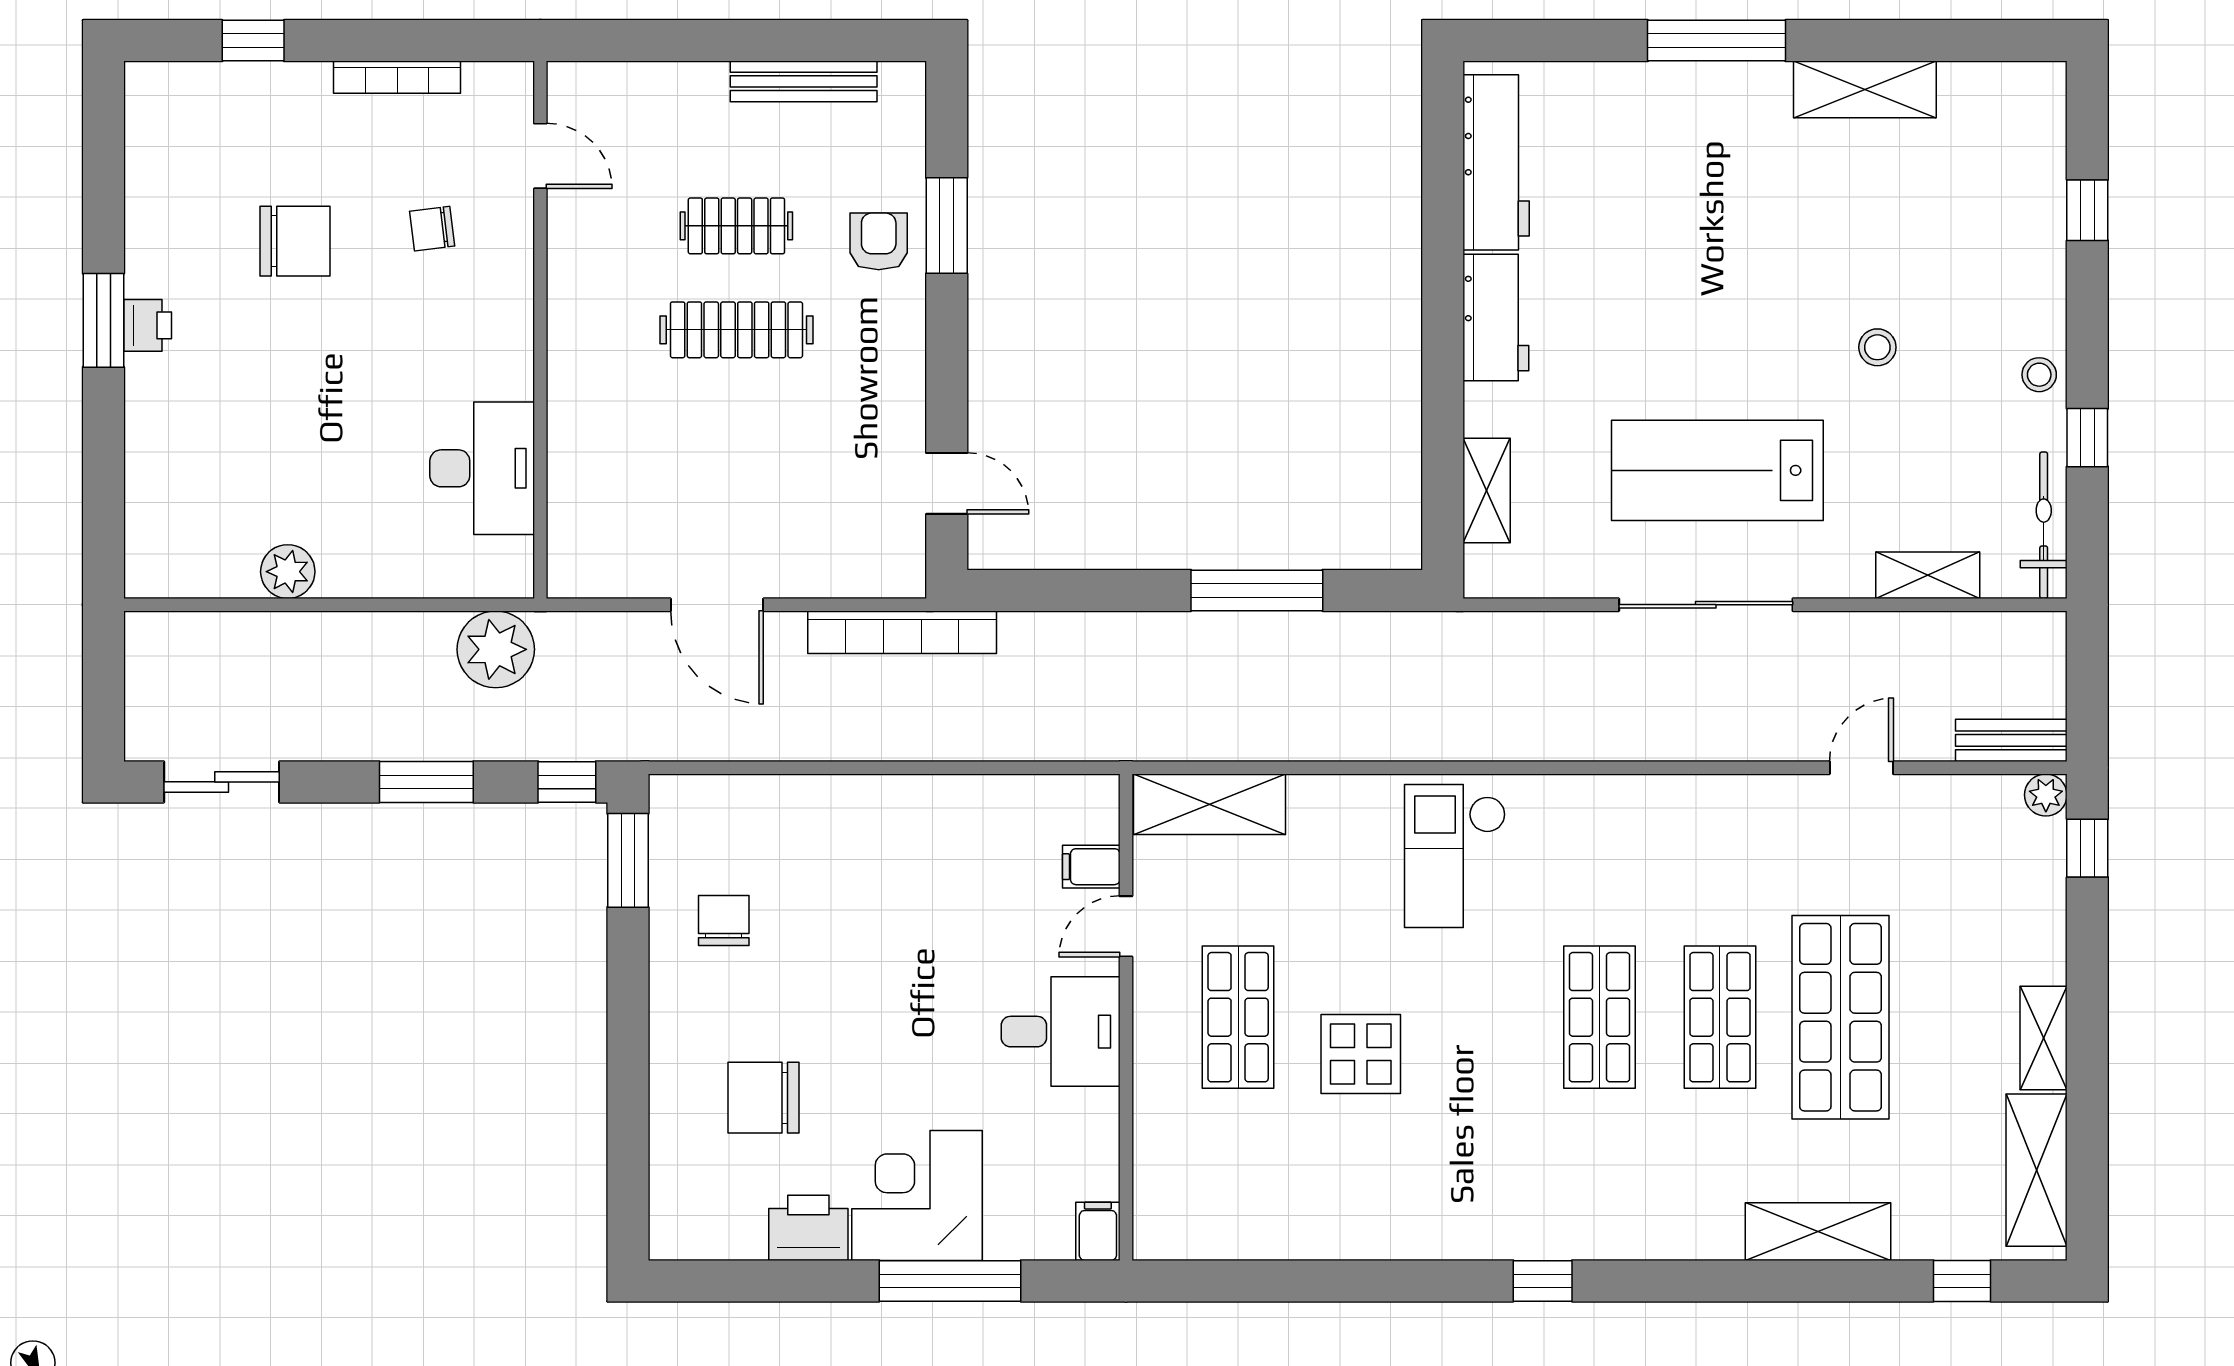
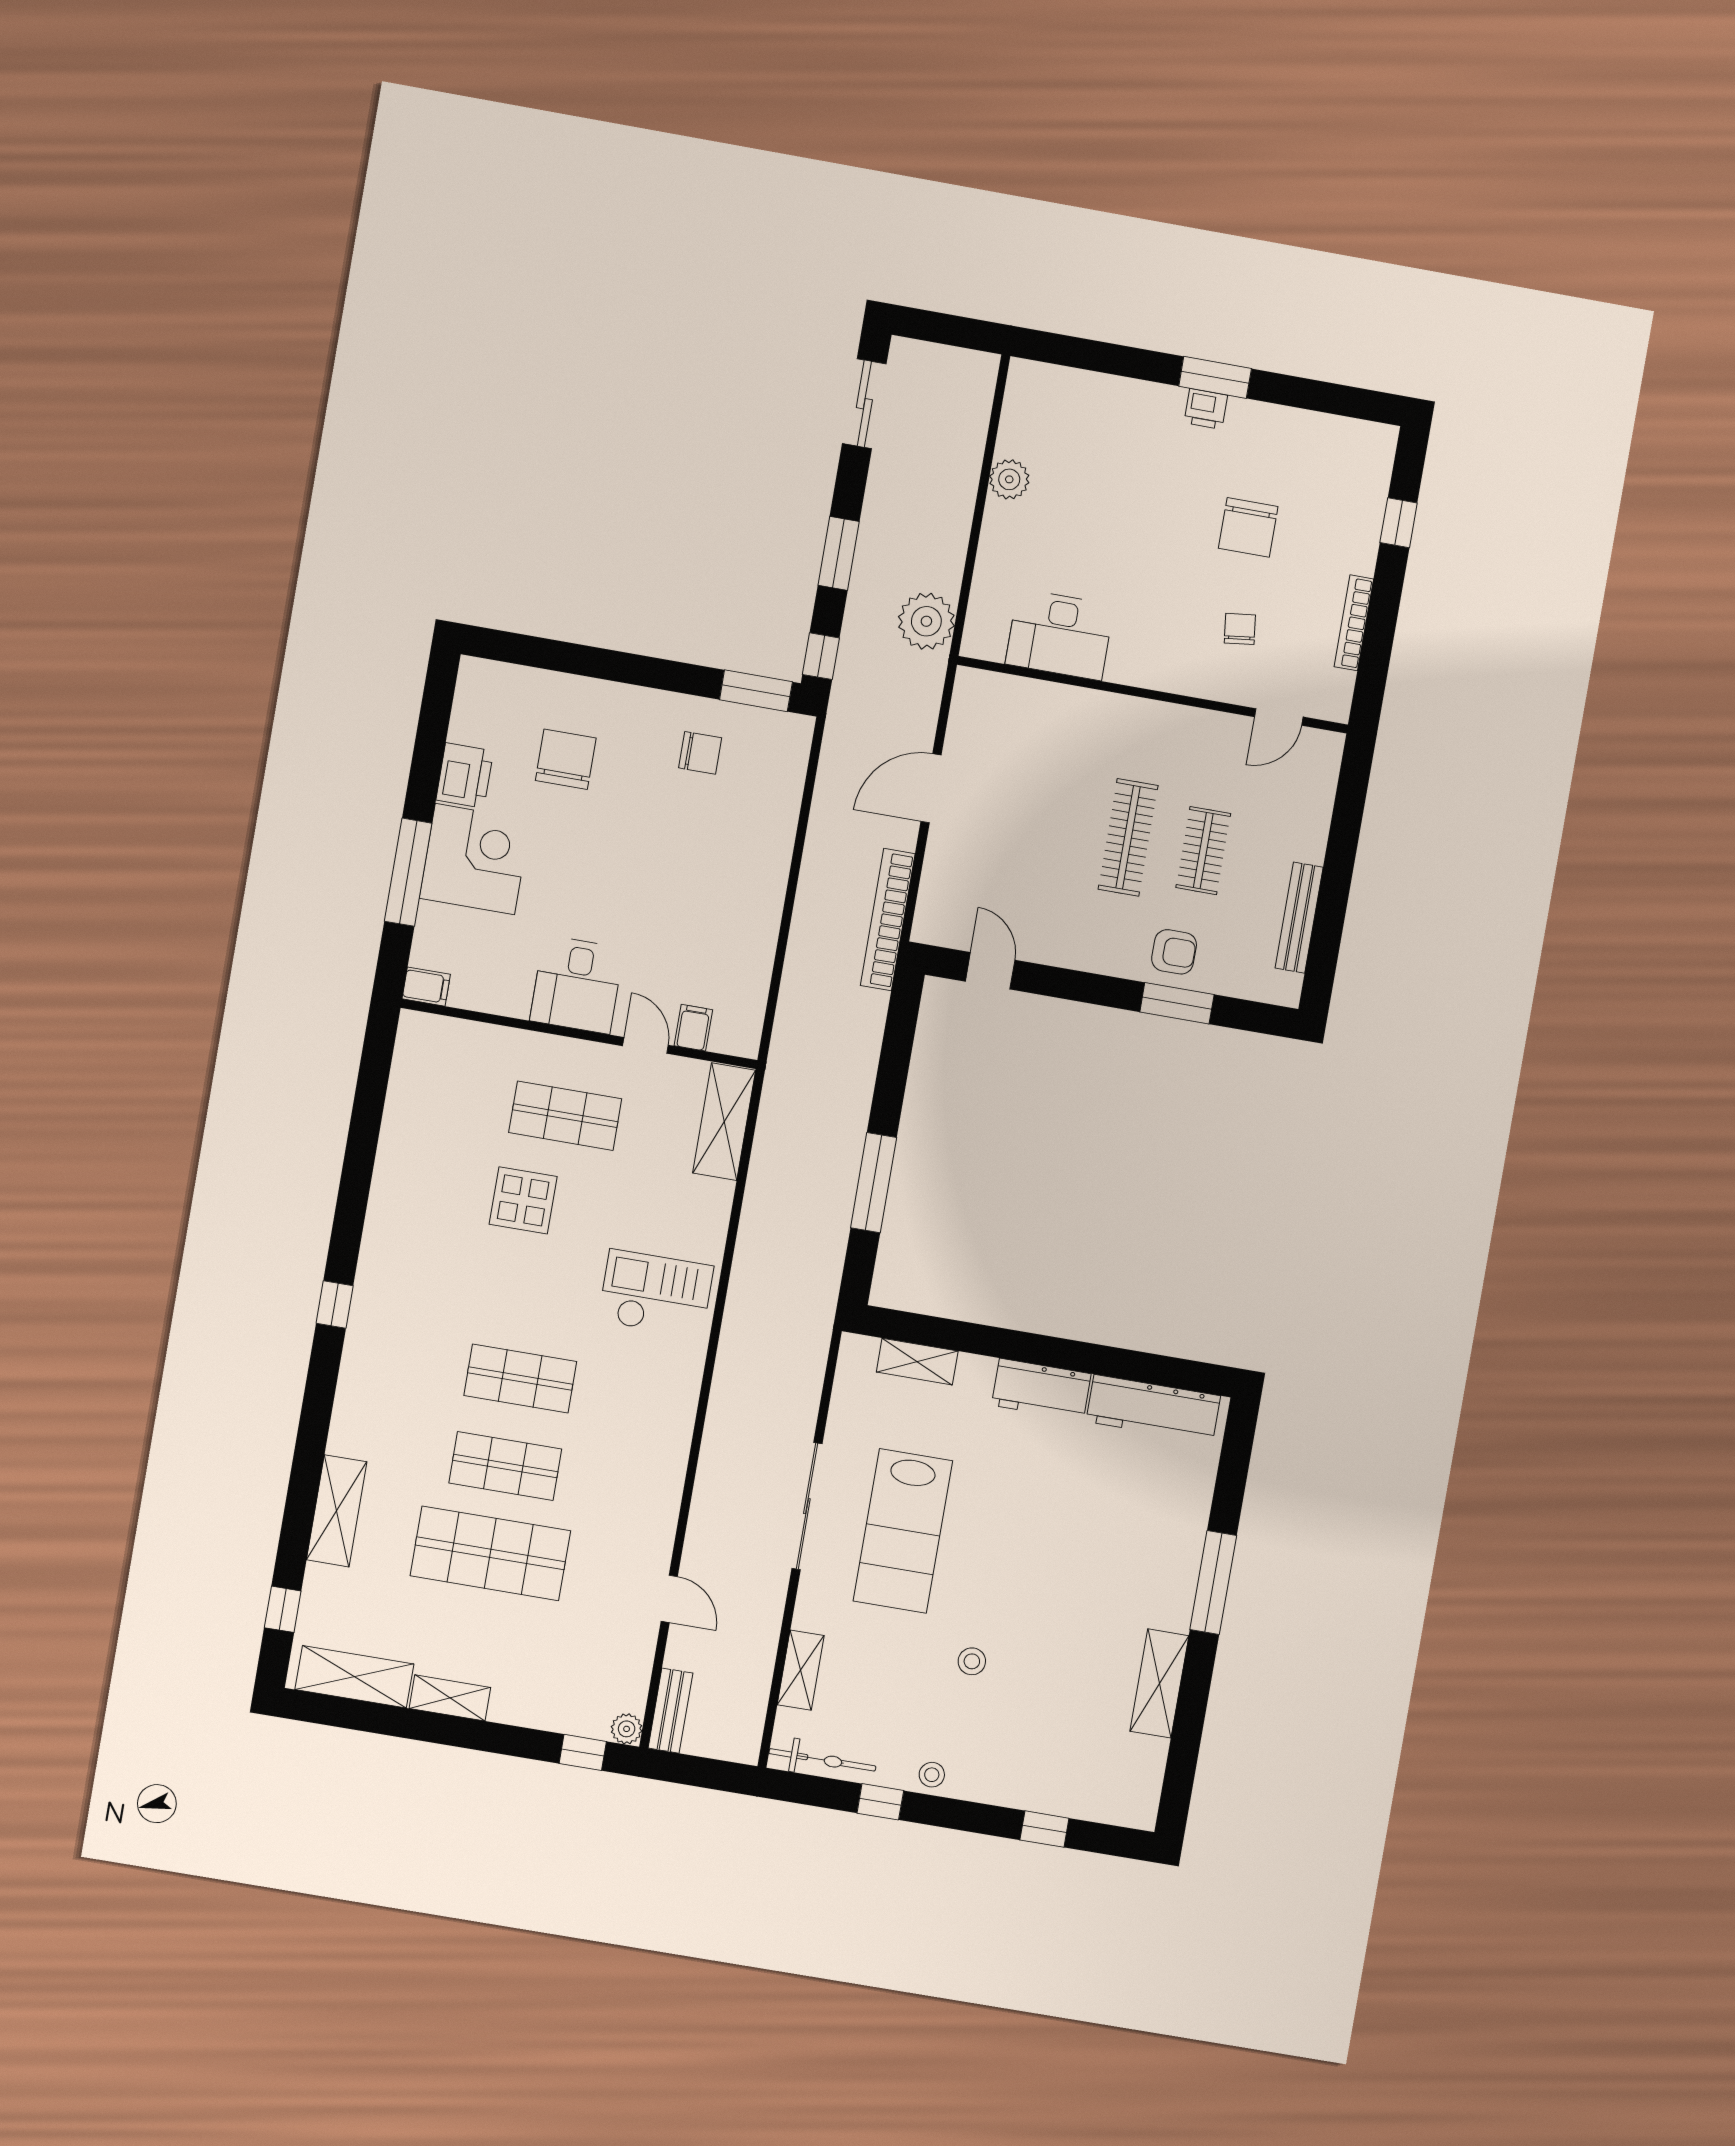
lab bench: (1717, 470) -> (903, 1531), turned 180
door: (947, 483) -> (990, 971), swing flipped

